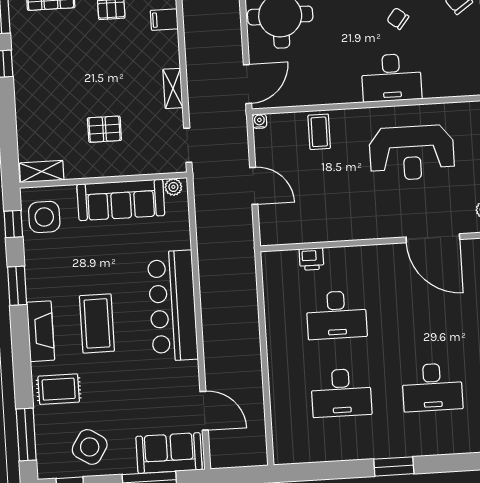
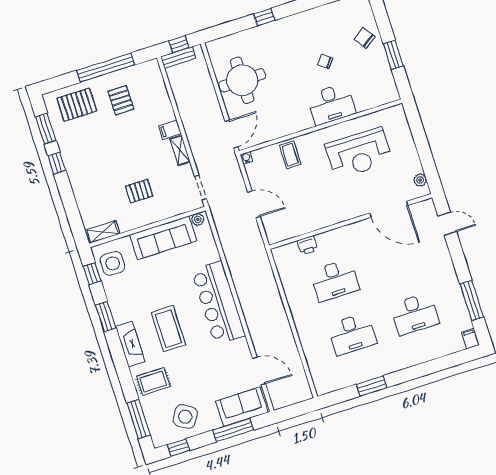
filing cabinet: (164, 20) -> (170, 130), moved
window: (394, 466) -> (372, 386), moved

